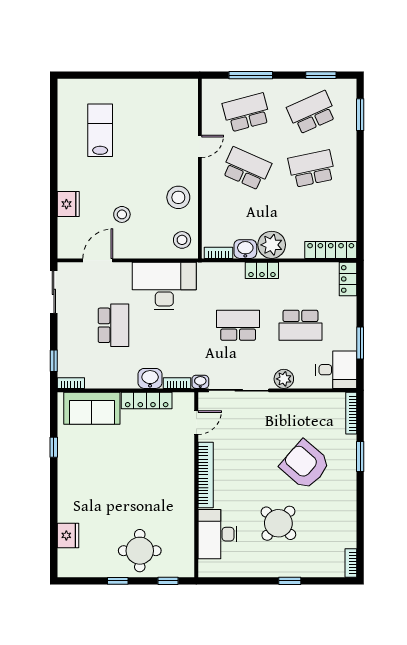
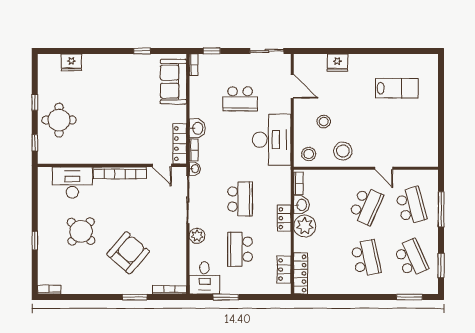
stool: (122, 214) -> (324, 121), moved
locker: (348, 279) -> (284, 269), moved, turned -90
locker: (147, 400) -> (180, 144), moved

